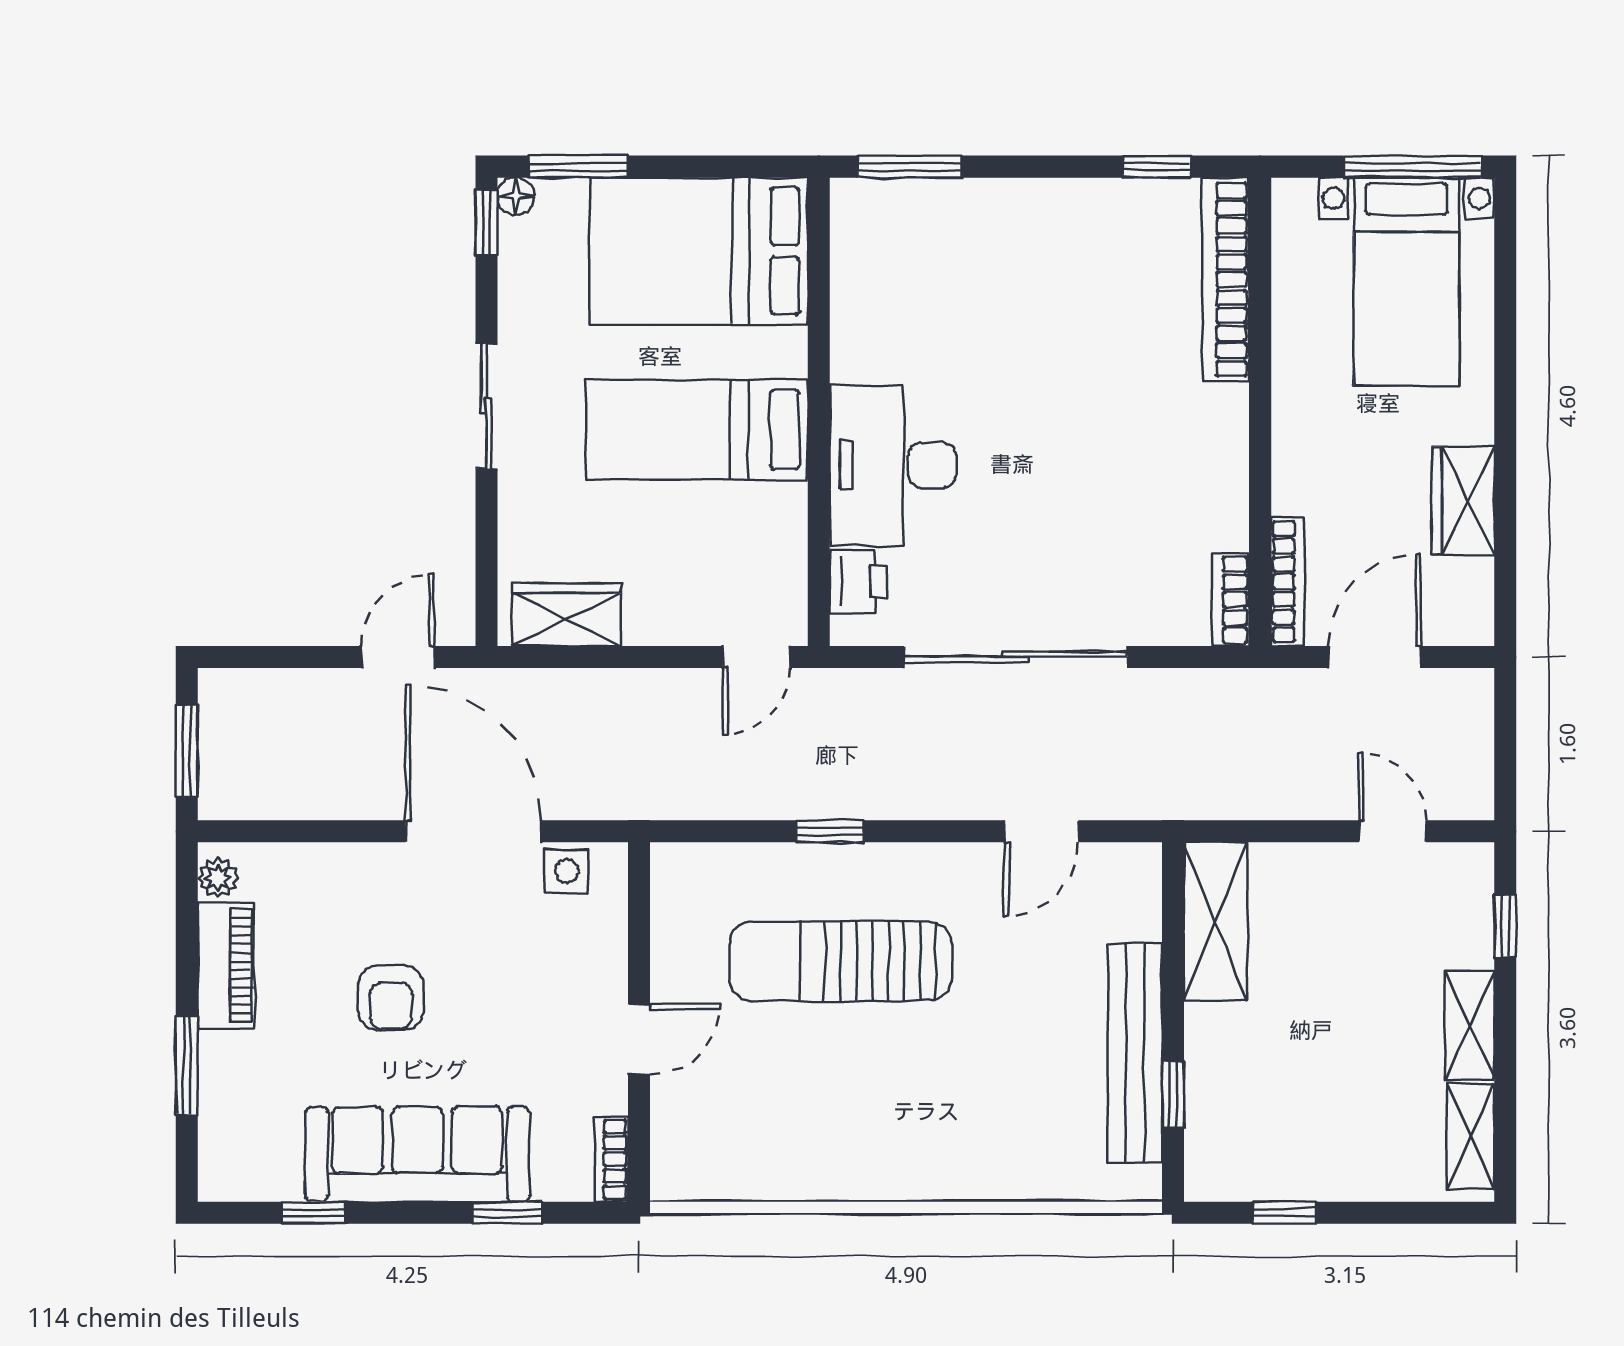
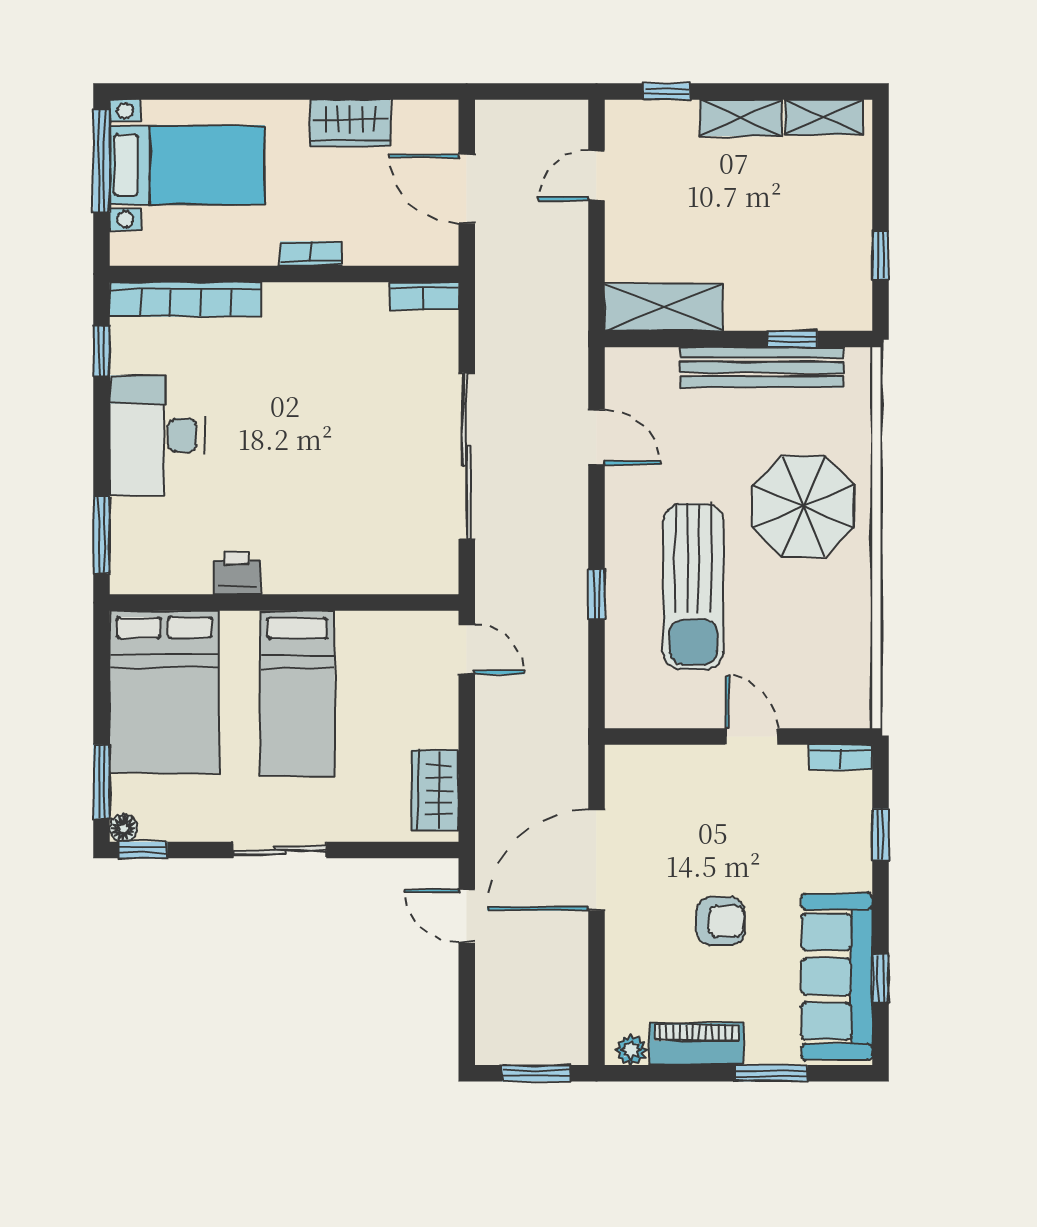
desk: (893, 465) -> (157, 435), moved, turned 90
printer: (858, 582) -> (237, 573), moved
bookcase: (1288, 582) -> (311, 254), moved, width x0.64
side table: (567, 871) -> (626, 790), removed
parasol: (948, 1109) -> (803, 506), added
sofa: (417, 1154) -> (837, 977), moved

